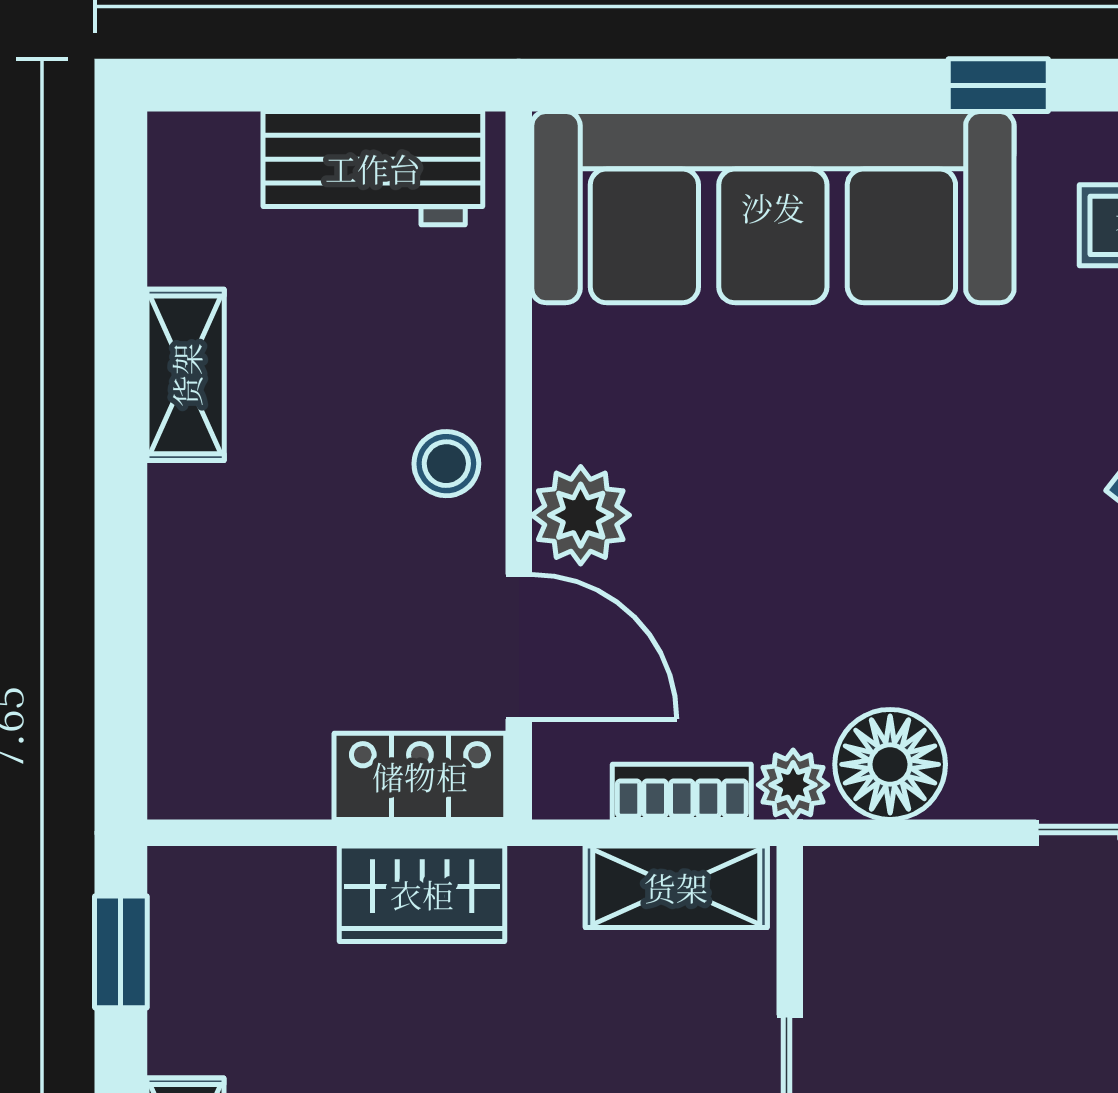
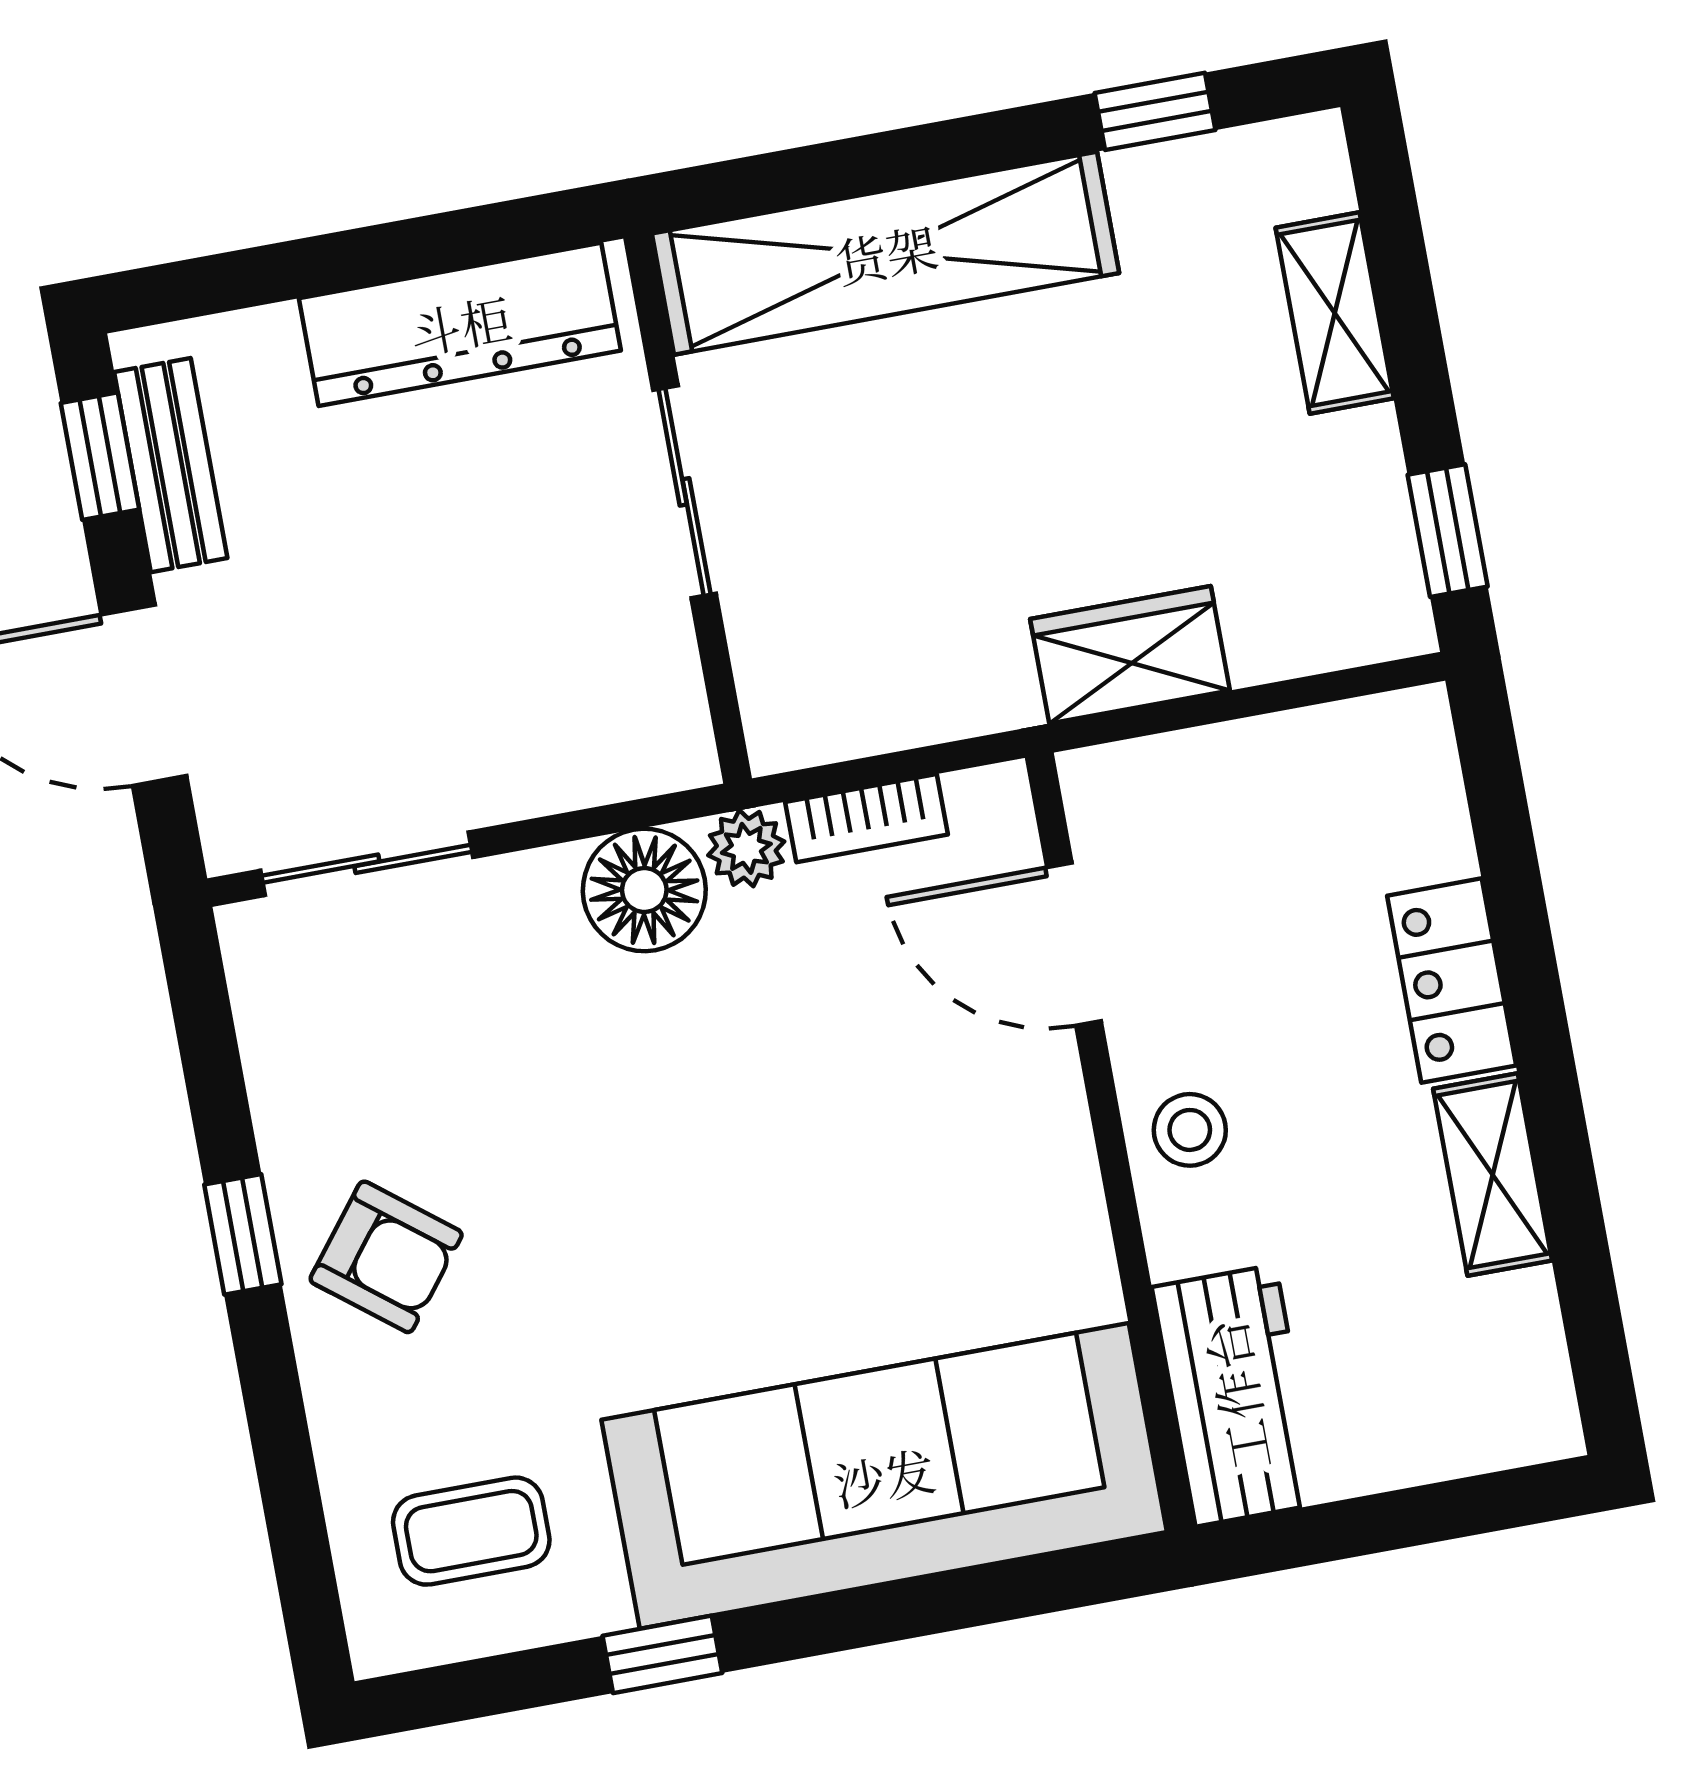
workbench: (373, 168) -> (1236, 1395), moved, turned 90
plant: (581, 515) -> (1033, 1101), removed
locker: (420, 776) -> (1452, 981), moved, turned 90
shelving: (676, 887) -> (853, 713), removed

